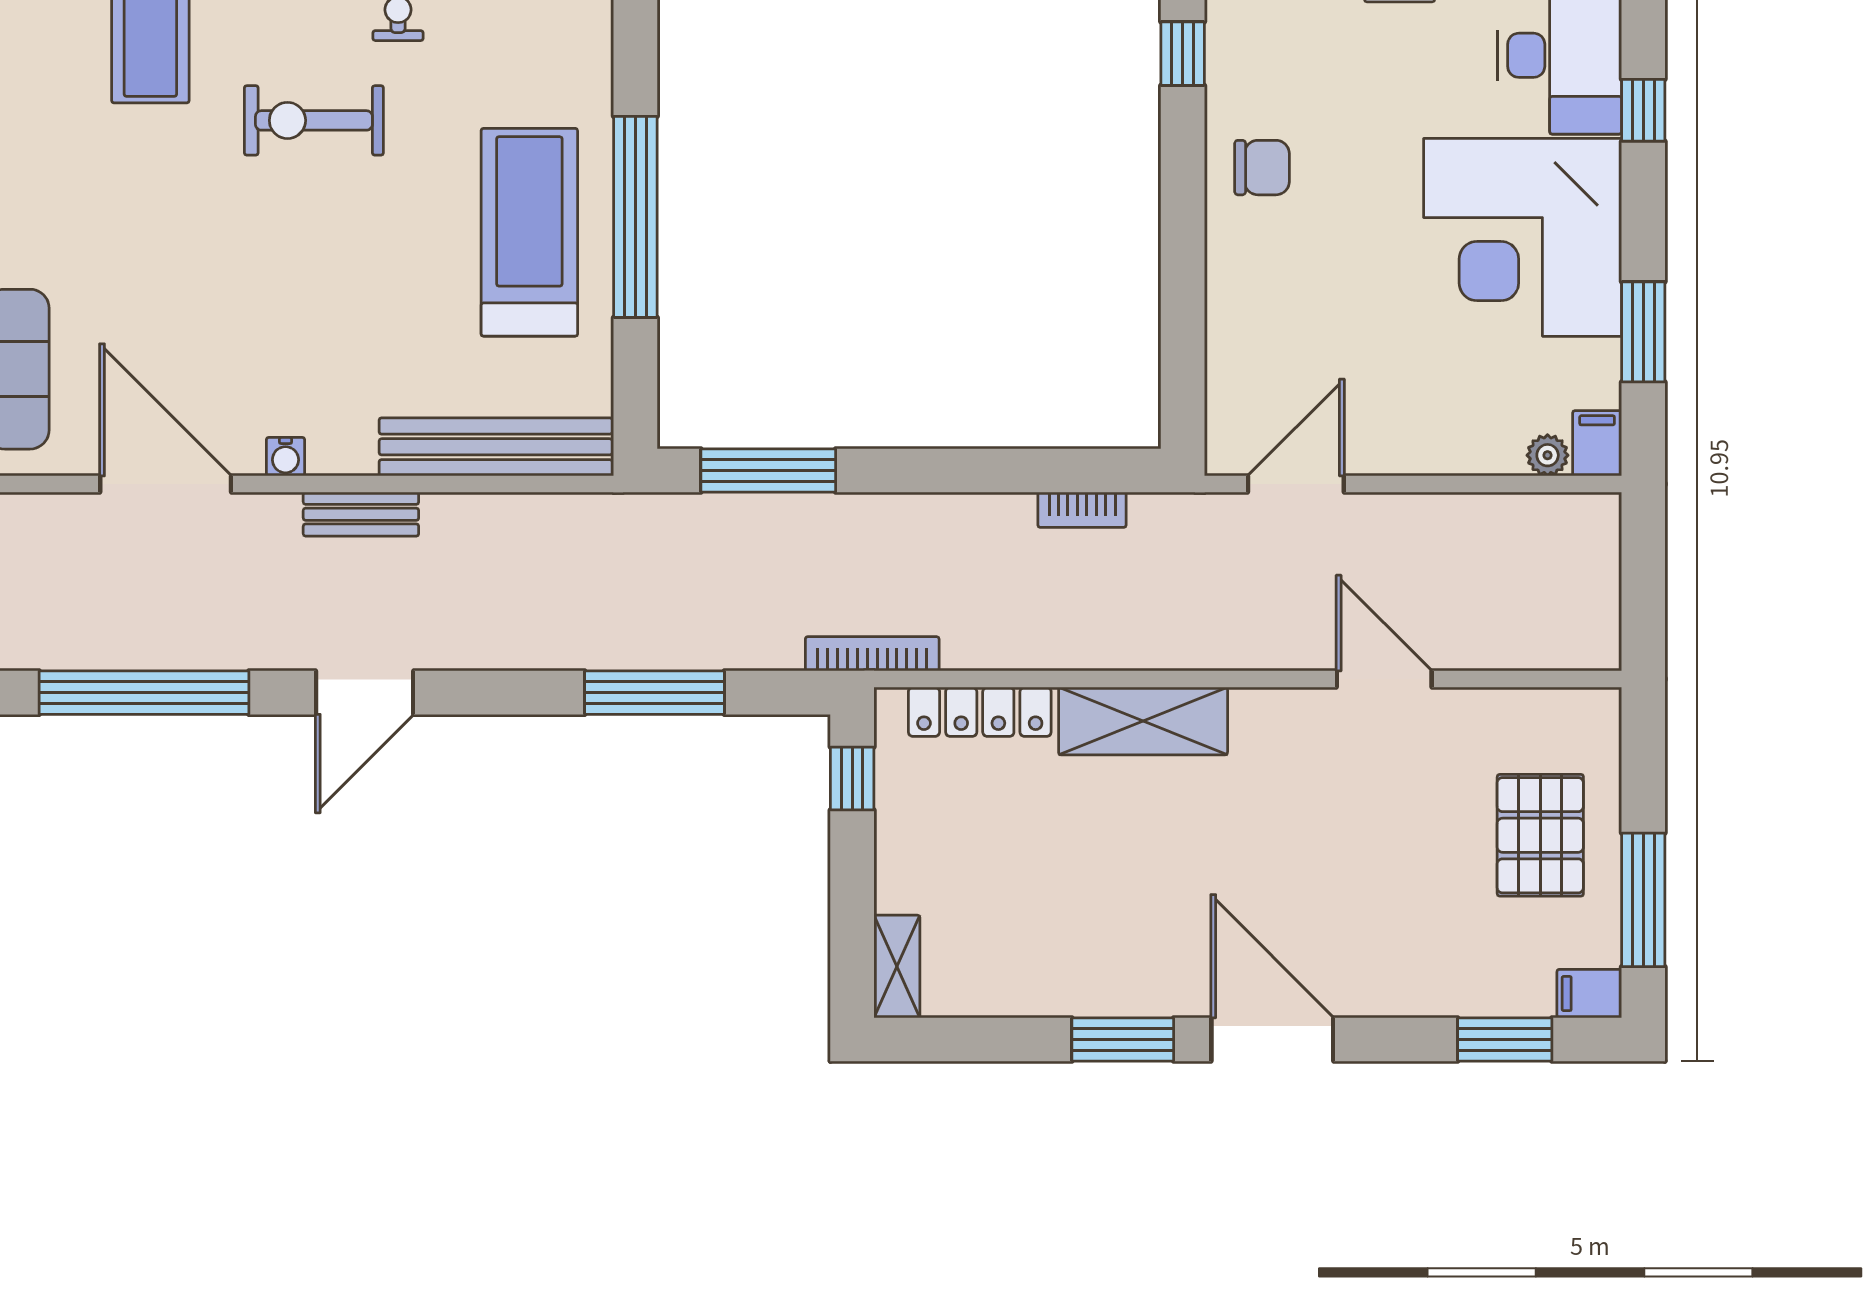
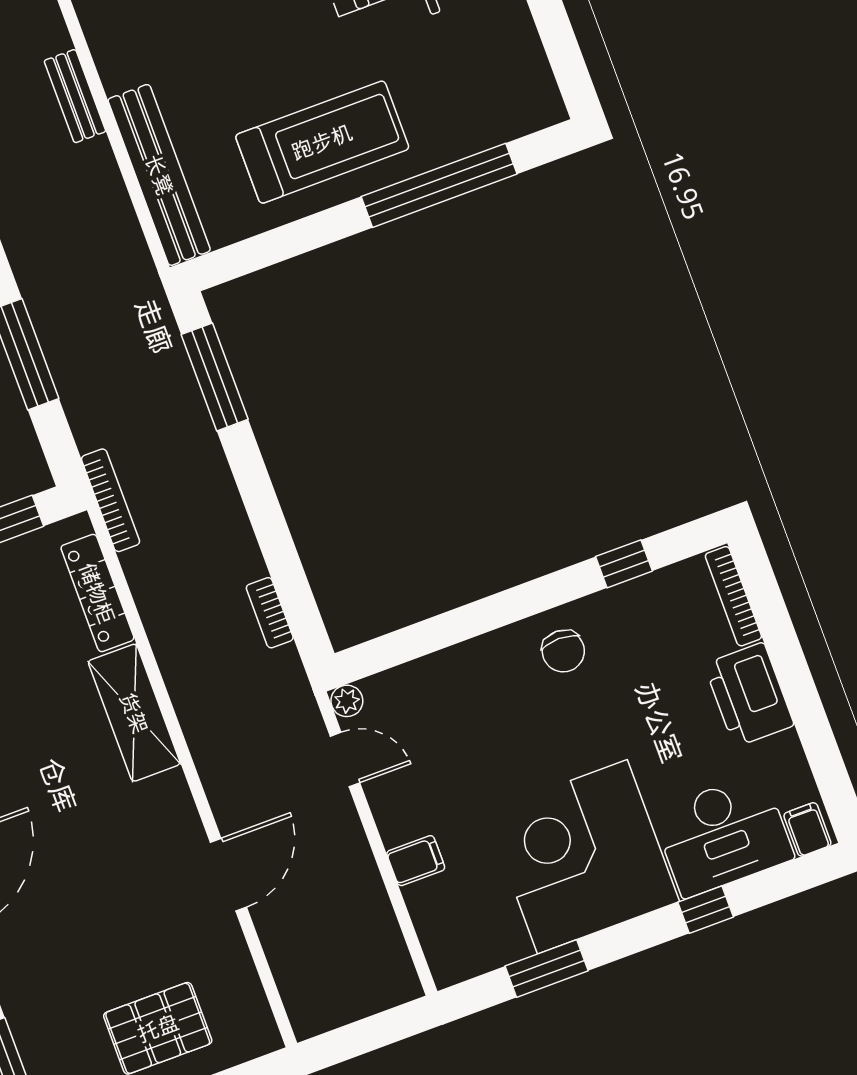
window: (635, 217) -> (439, 185), moved
filing cabinet: (1597, 443) -> (416, 861), moved
plant: (1548, 455) -> (347, 701), moved
water cooler: (285, 457) -> (96, 27), removed
door: (1296, 484) -> (345, 759), width x0.73

